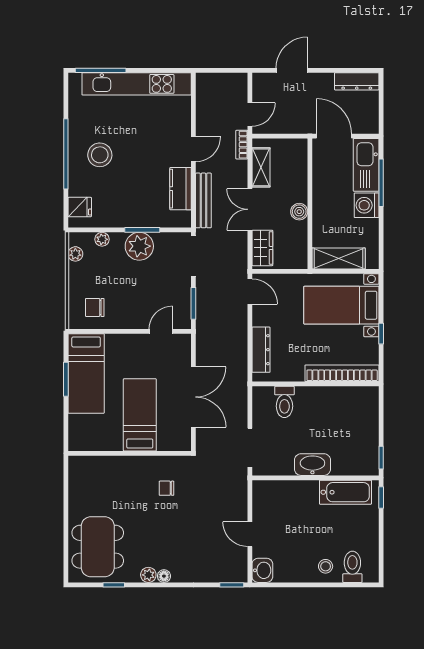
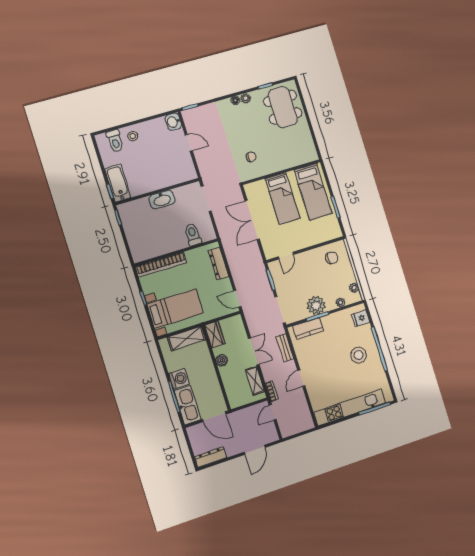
kitchen counter: (181, 189) -> (308, 328), moved, turned 90
bench: (203, 200) -> (285, 348), width x0.73
wardrobe: (262, 248) -> (215, 334), moved, turned 180
bed: (86, 374) -> (313, 192), moved, turned 180
bathtub: (345, 492) -> (118, 183), moved, turned 90

